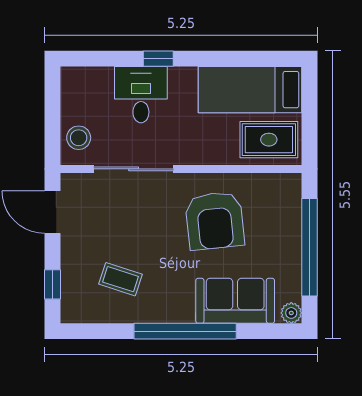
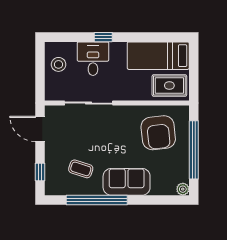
stool: (79, 138) -> (59, 64), moved
armchair: (215, 221) -> (158, 133), moved
sofa: (235, 301) -> (127, 182), moved
window: (185, 331) -> (97, 200), moved

